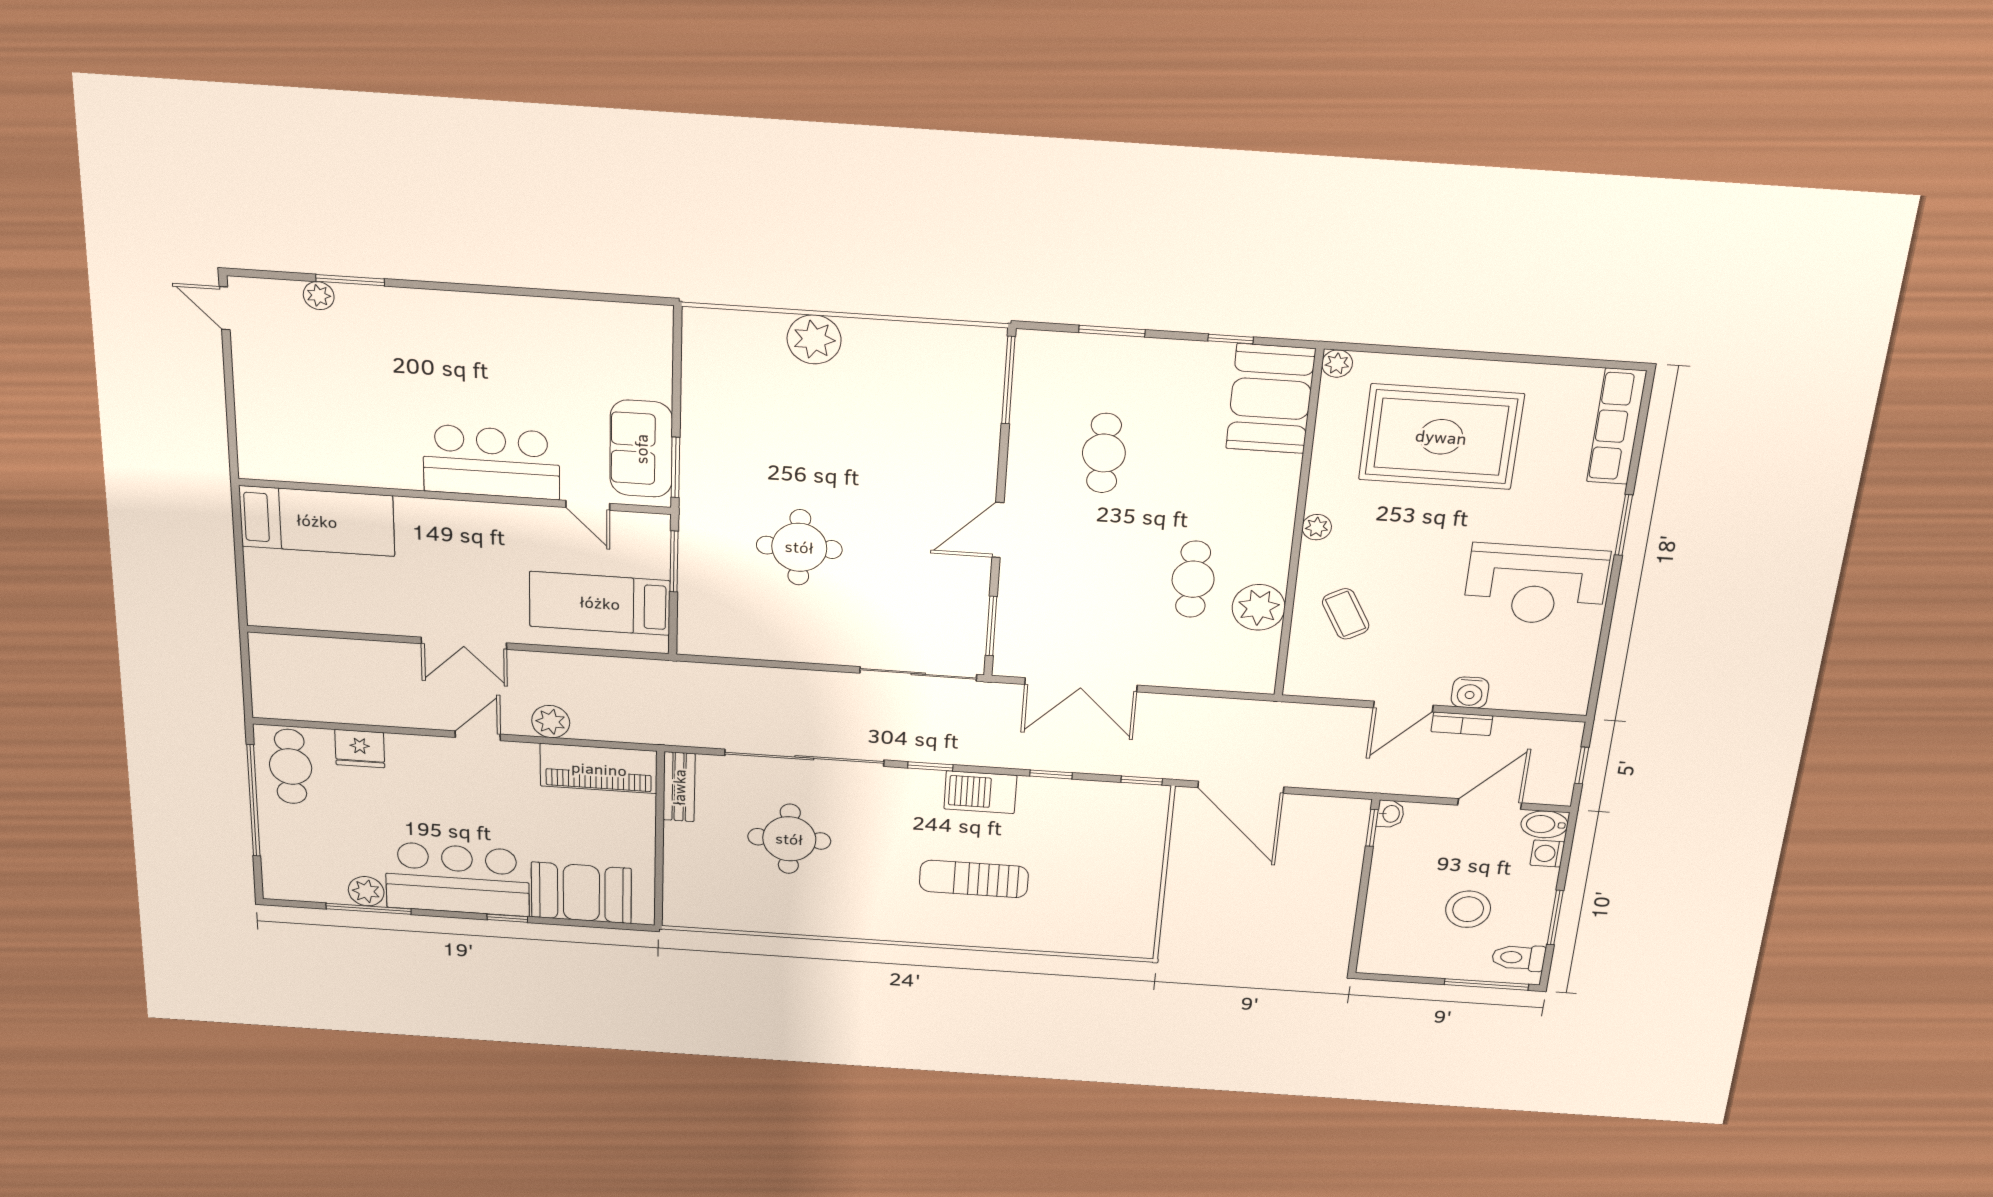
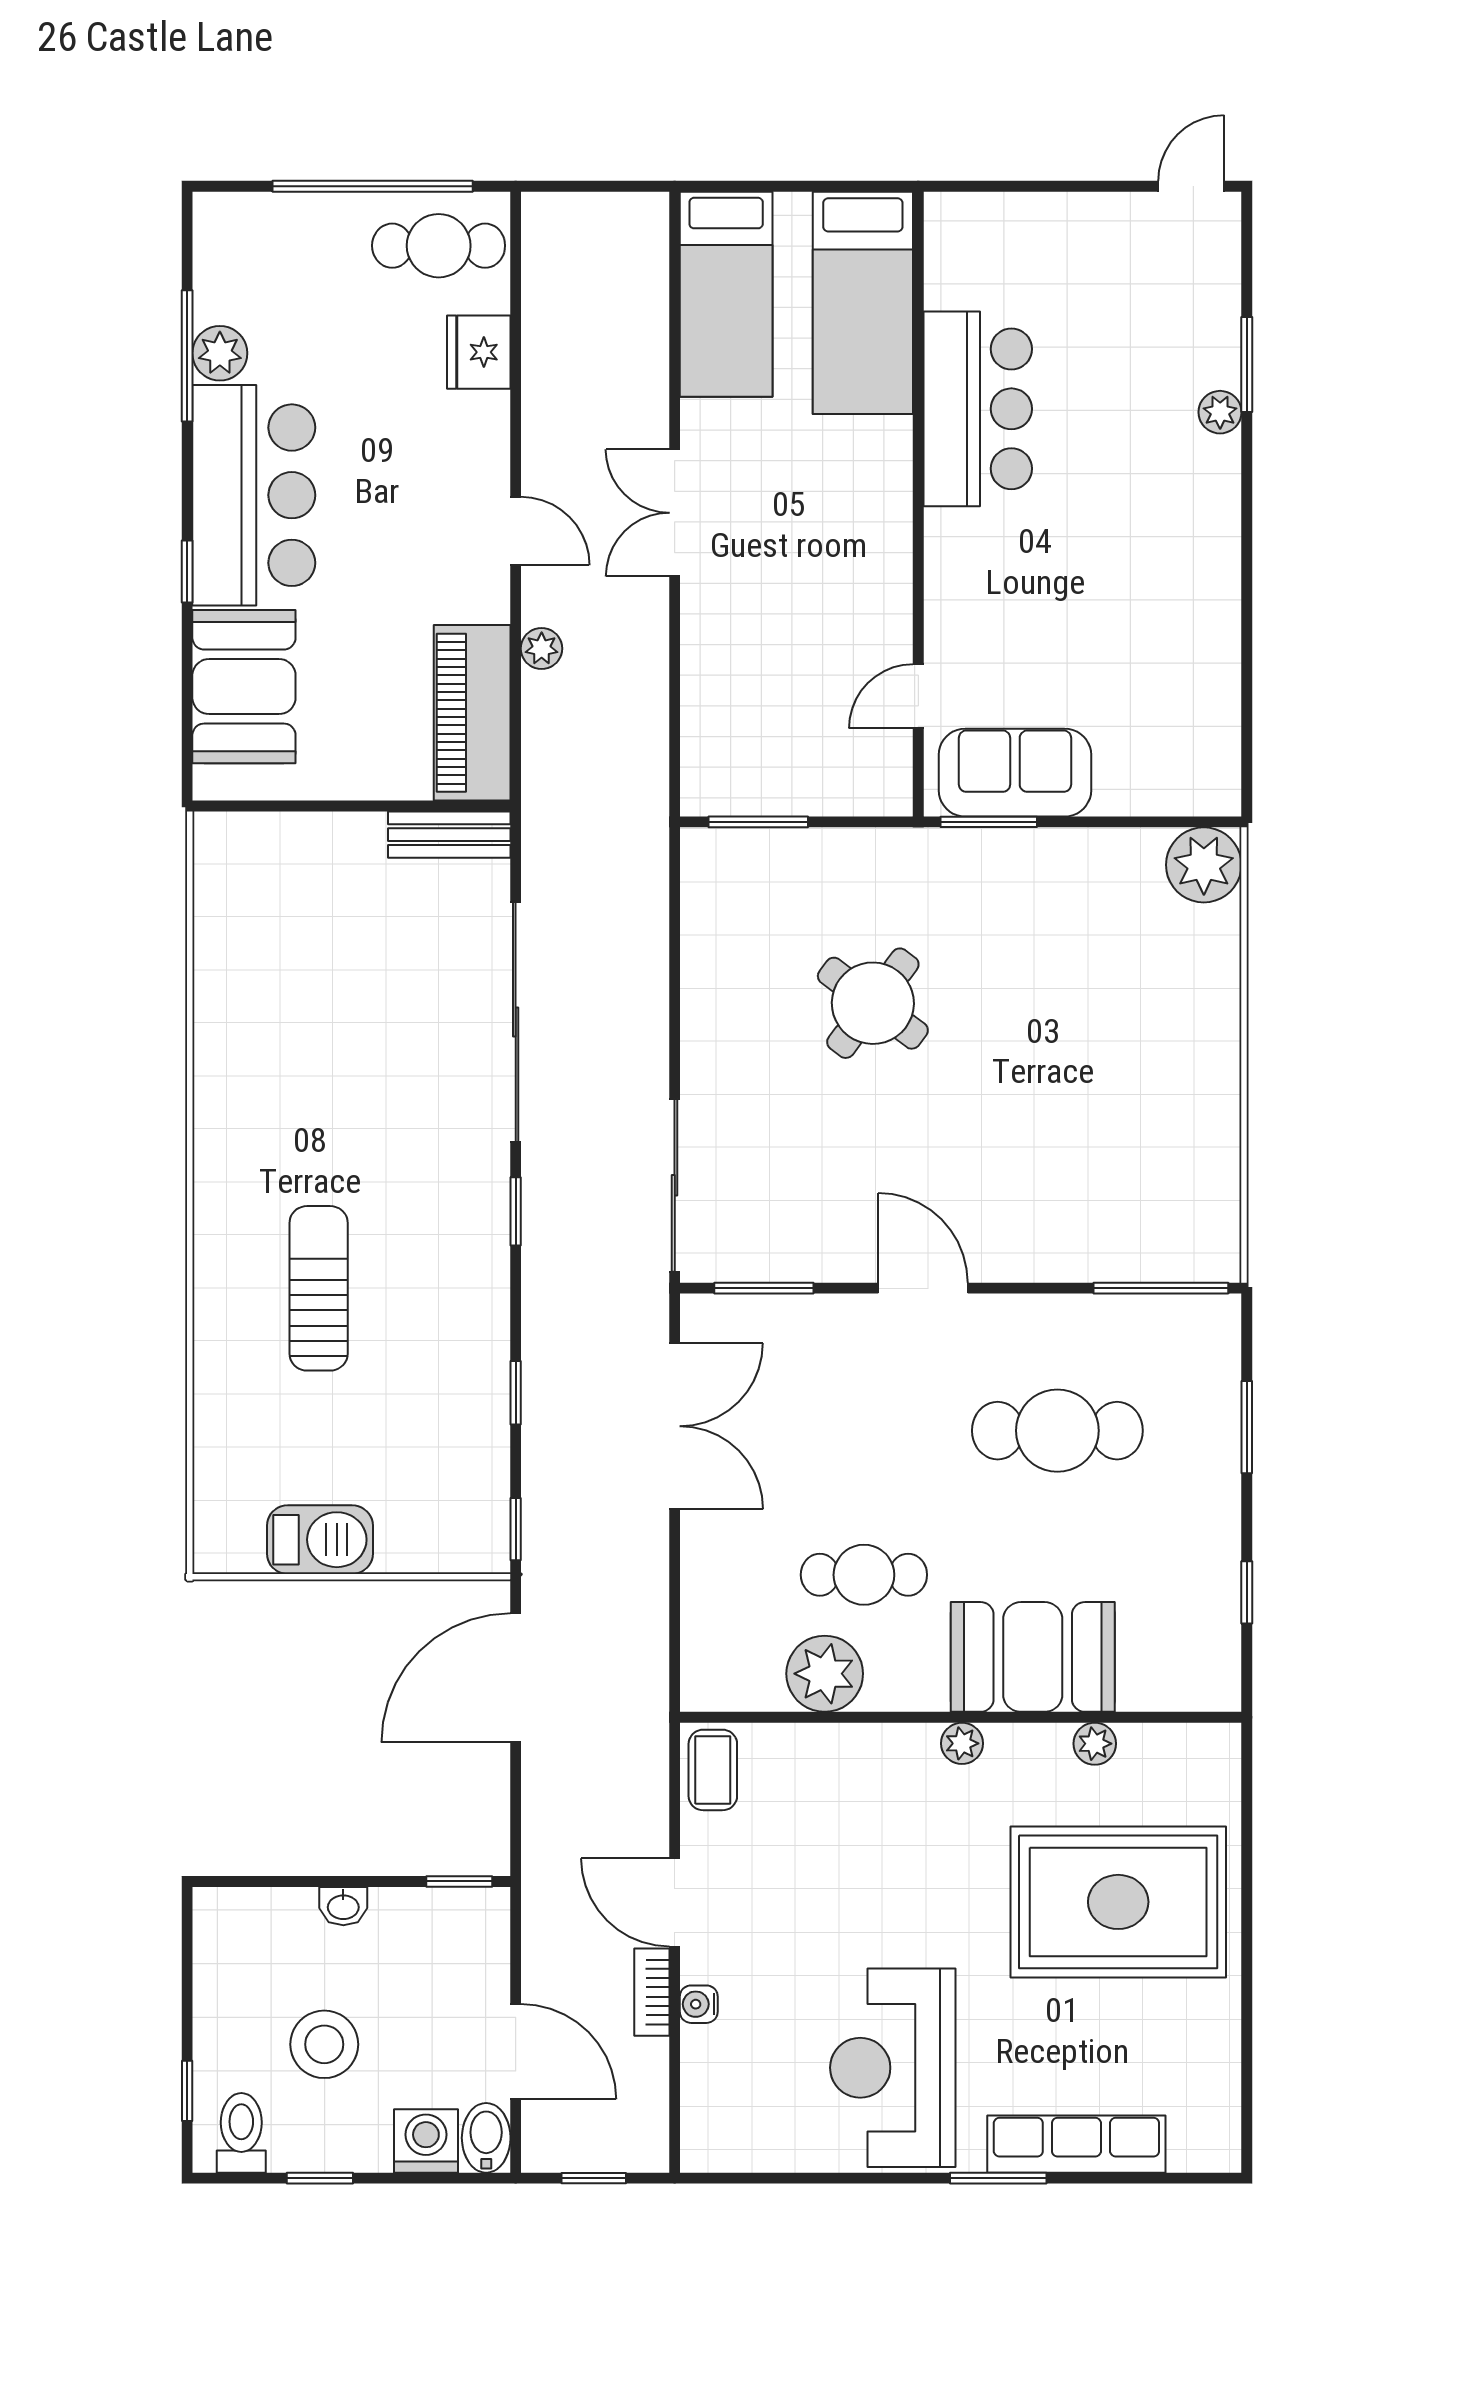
plant: (319, 296) -> (1220, 412), moved
plant: (814, 339) -> (1204, 865), moved
plant: (1337, 364) -> (1095, 1744), moved
booth: (1271, 399) -> (1033, 1657), moved
row of seats: (1616, 426) -> (1076, 2144), moved
rug: (1441, 437) -> (1118, 1902), turned 90
cafe table: (1104, 453) -> (1057, 1431), width x1.37, depth x1.35
bar counter: (491, 462) -> (978, 409), moved
round table: (799, 547) -> (873, 1003), turned 37
window: (674, 562) -> (758, 822), moved
bed: (600, 603) -> (726, 294), moved, turned 180
coffee table: (1346, 614) -> (713, 1770), moved, turned -61
double door: (1081, 685) -> (675, 1426), swing flipped
water cooler: (1470, 693) -> (699, 2004), width x0.72, depth x0.72
plant: (551, 722) -> (542, 649), width x0.73, depth x0.73
barbecue: (980, 792) -> (320, 1540), moved, turned 90
washbasin: (1390, 814) -> (343, 1906), moved
round table: (789, 839) -> (369, 1004), removed
washing machine: (1547, 854) -> (426, 2141), width x1.38, depth x1.38
window: (1555, 917) -> (320, 2178), width x0.67
window: (1486, 984) -> (187, 2091), width x0.46

